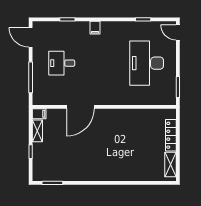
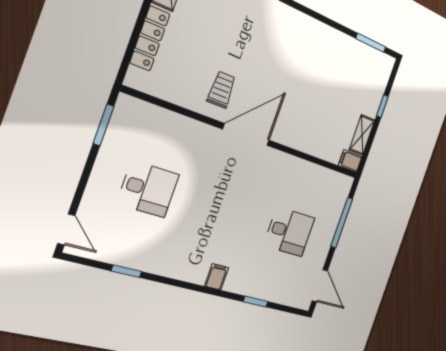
desk: (147, 63) -> (148, 189), width x0.53, depth x0.77
door: (80, 107) -> (246, 135), moved
trolley: (128, 125) -> (222, 90), added

